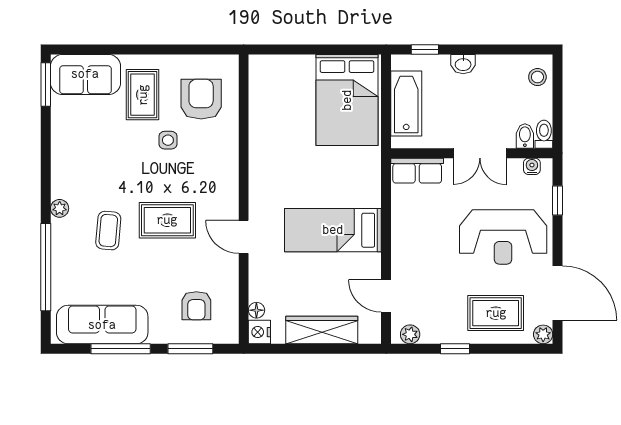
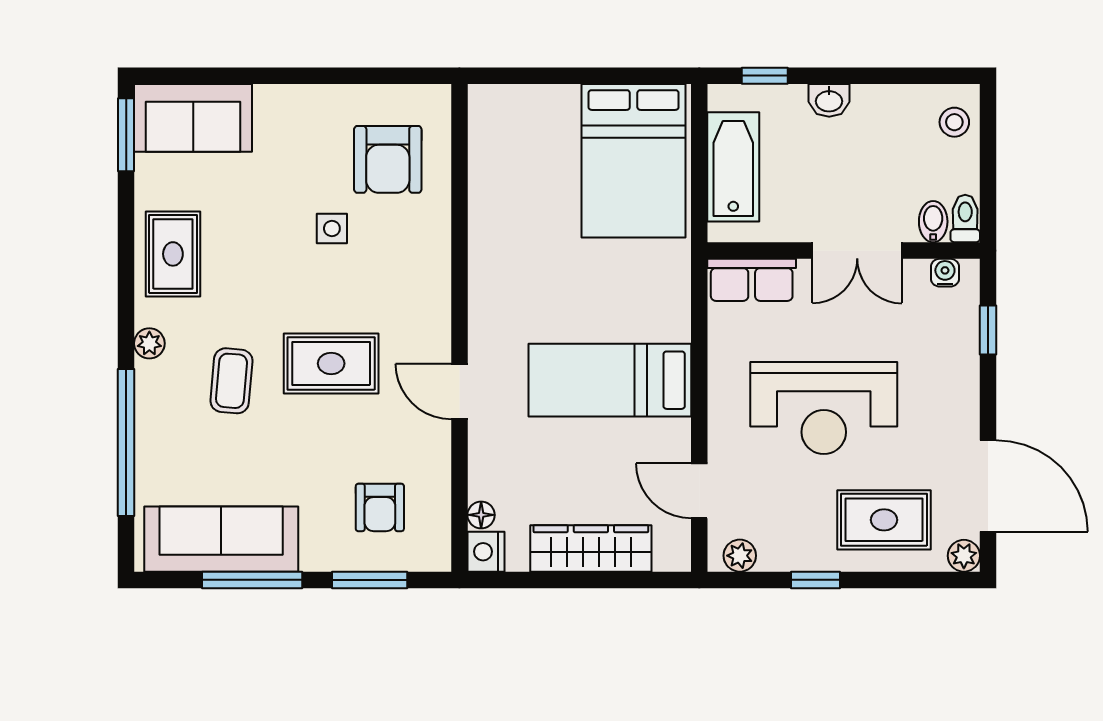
rug: (143, 95) -> (173, 254), moved
armchair: (201, 99) -> (388, 159), turned 180
reception desk: (503, 237) -> (824, 408), moved

